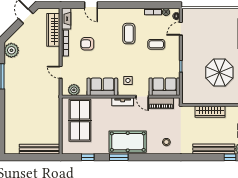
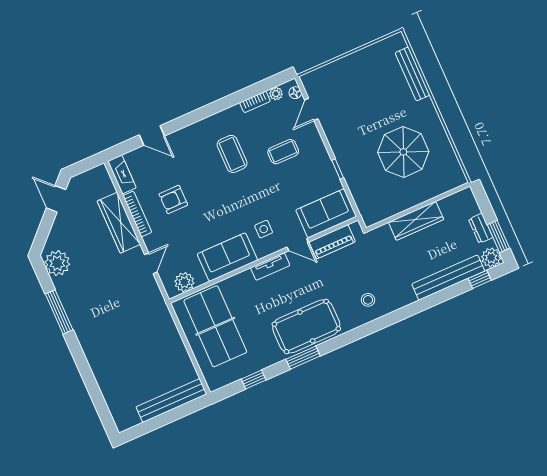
wardrobe: (53, 30) -> (119, 223), moved
door: (61, 72) -> (151, 263), swing flipped

